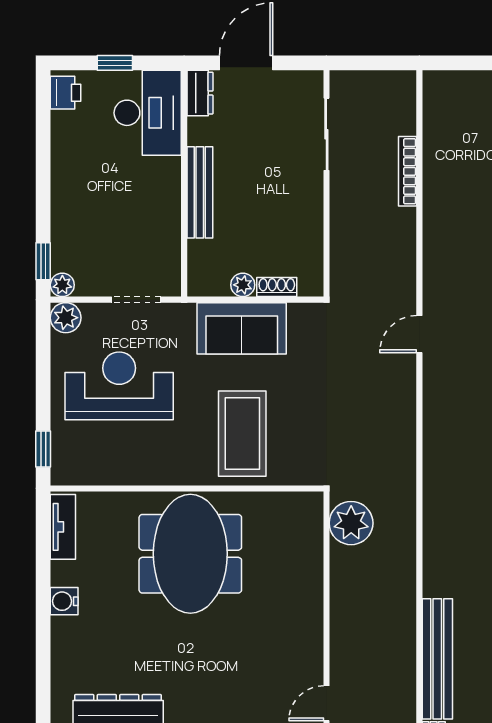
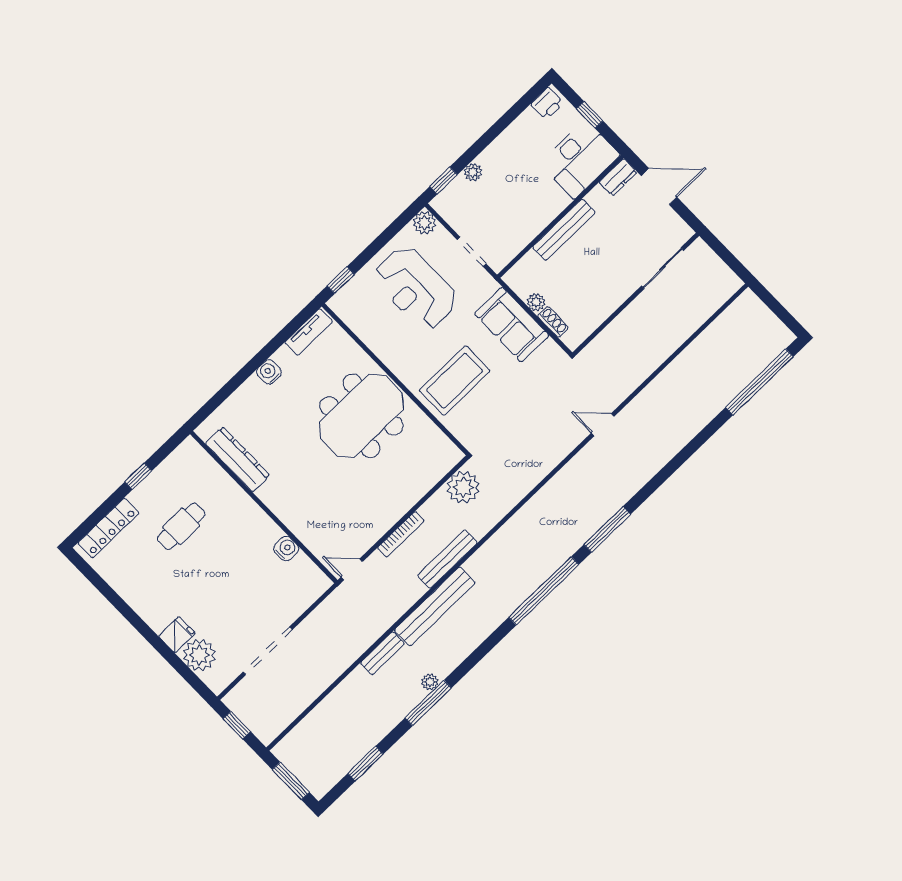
bookcase: (408, 171) -> (401, 534), moved, turned 180
plant: (62, 285) -> (473, 172), moved
reception desk: (119, 386) -> (415, 288), turned 180
bench: (404, 604) -> (447, 559), added

